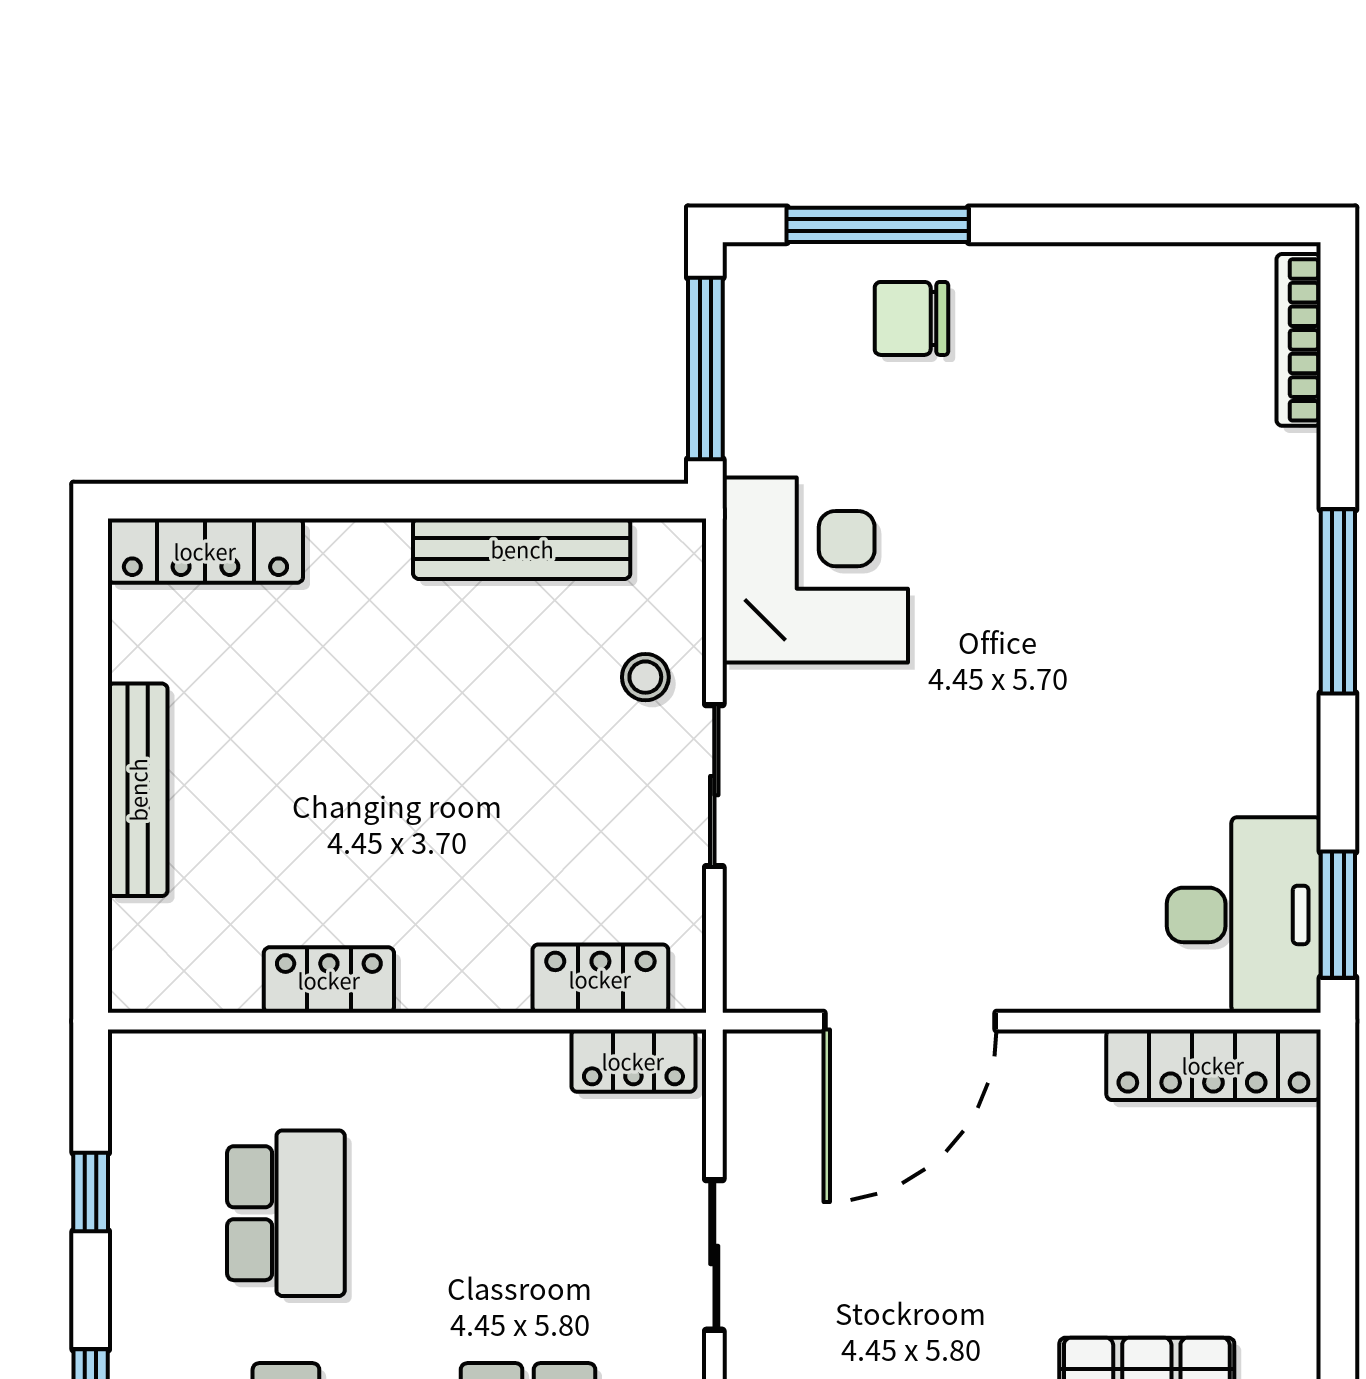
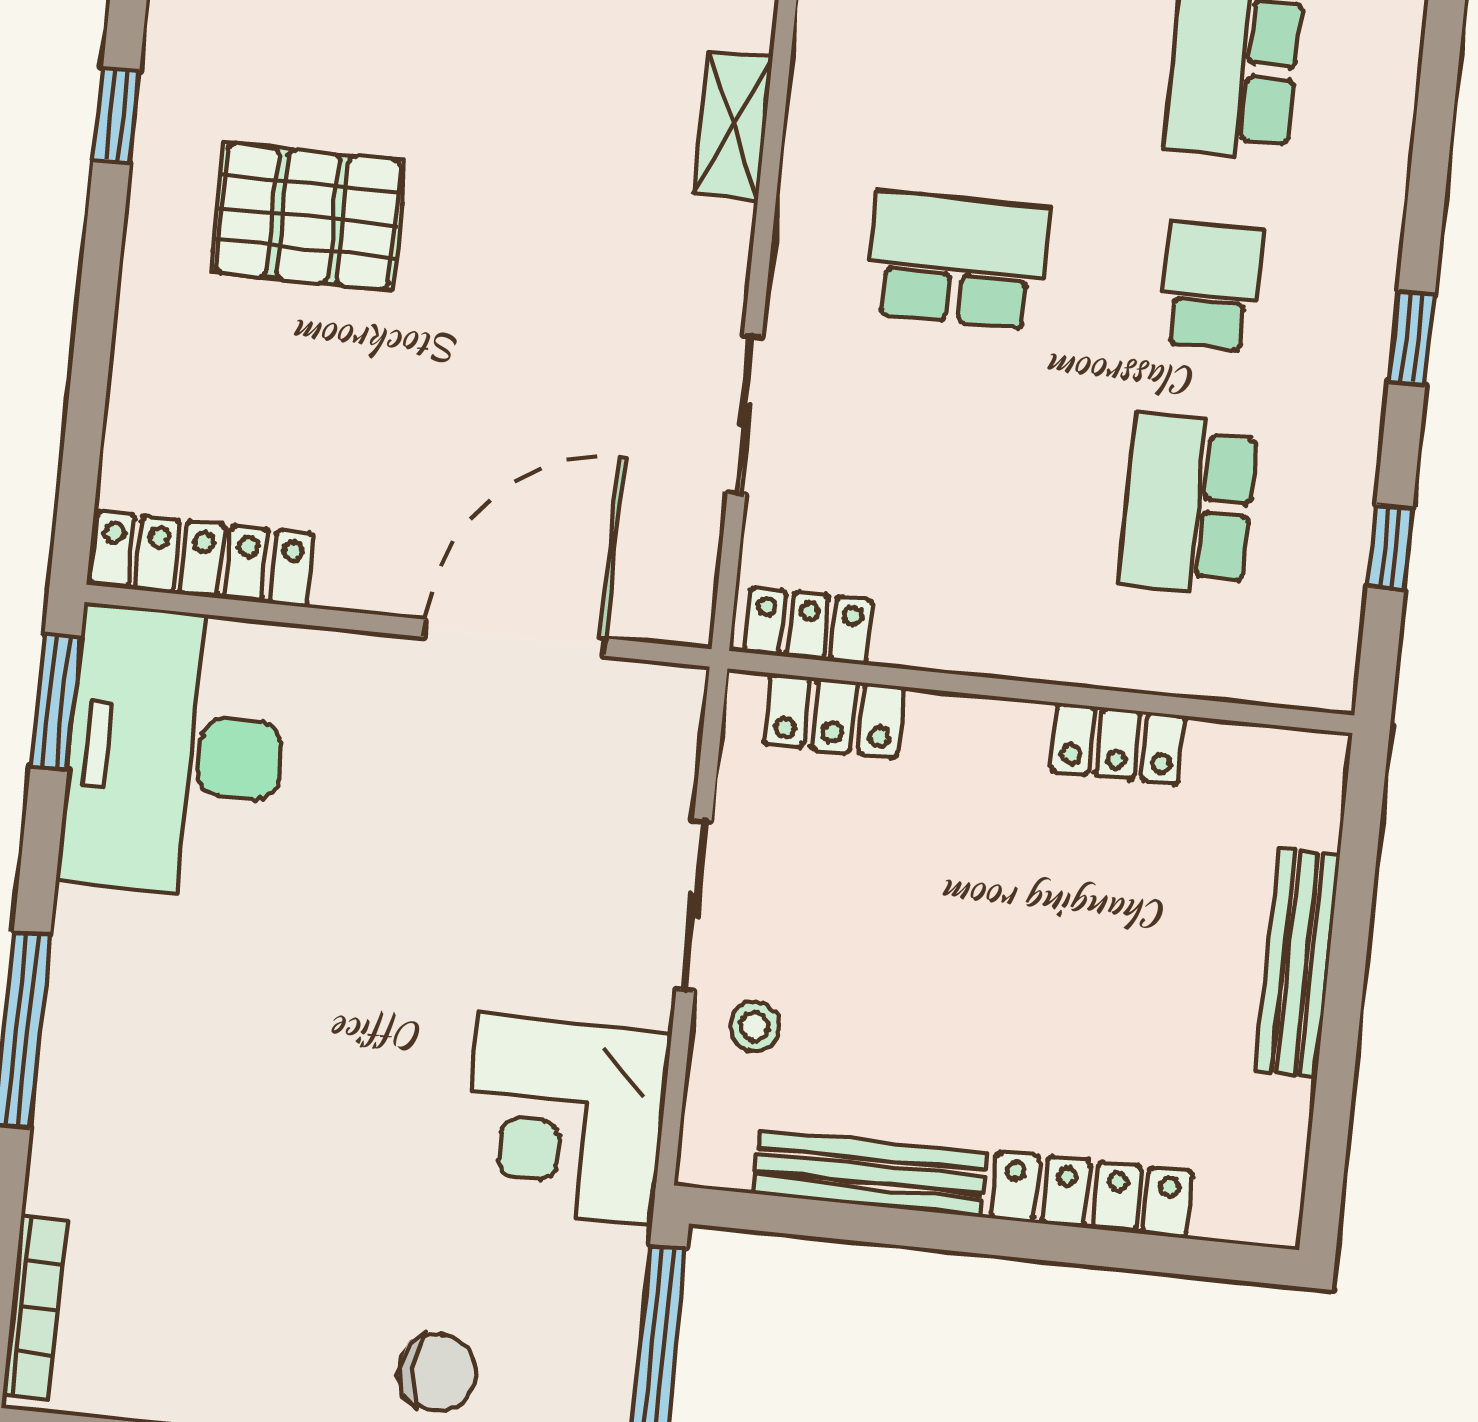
locker: (205, 551) -> (1091, 1195), moved
desk: (1244, 915) -> (175, 752), width x1.36, depth x1.30

